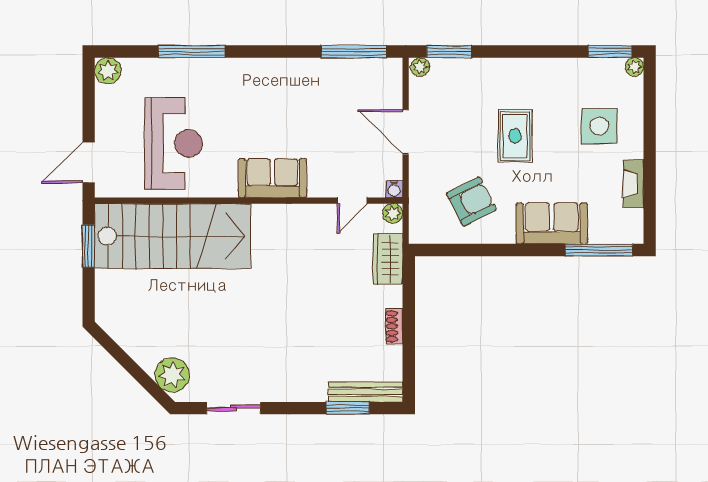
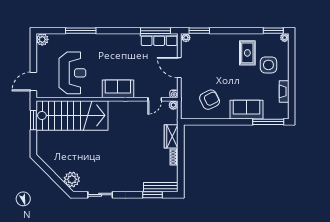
row of seats: (362, 71) -> (159, 39), added
rug: (515, 136) -> (247, 53), moved
wardrobe: (388, 259) -> (171, 136), moved

